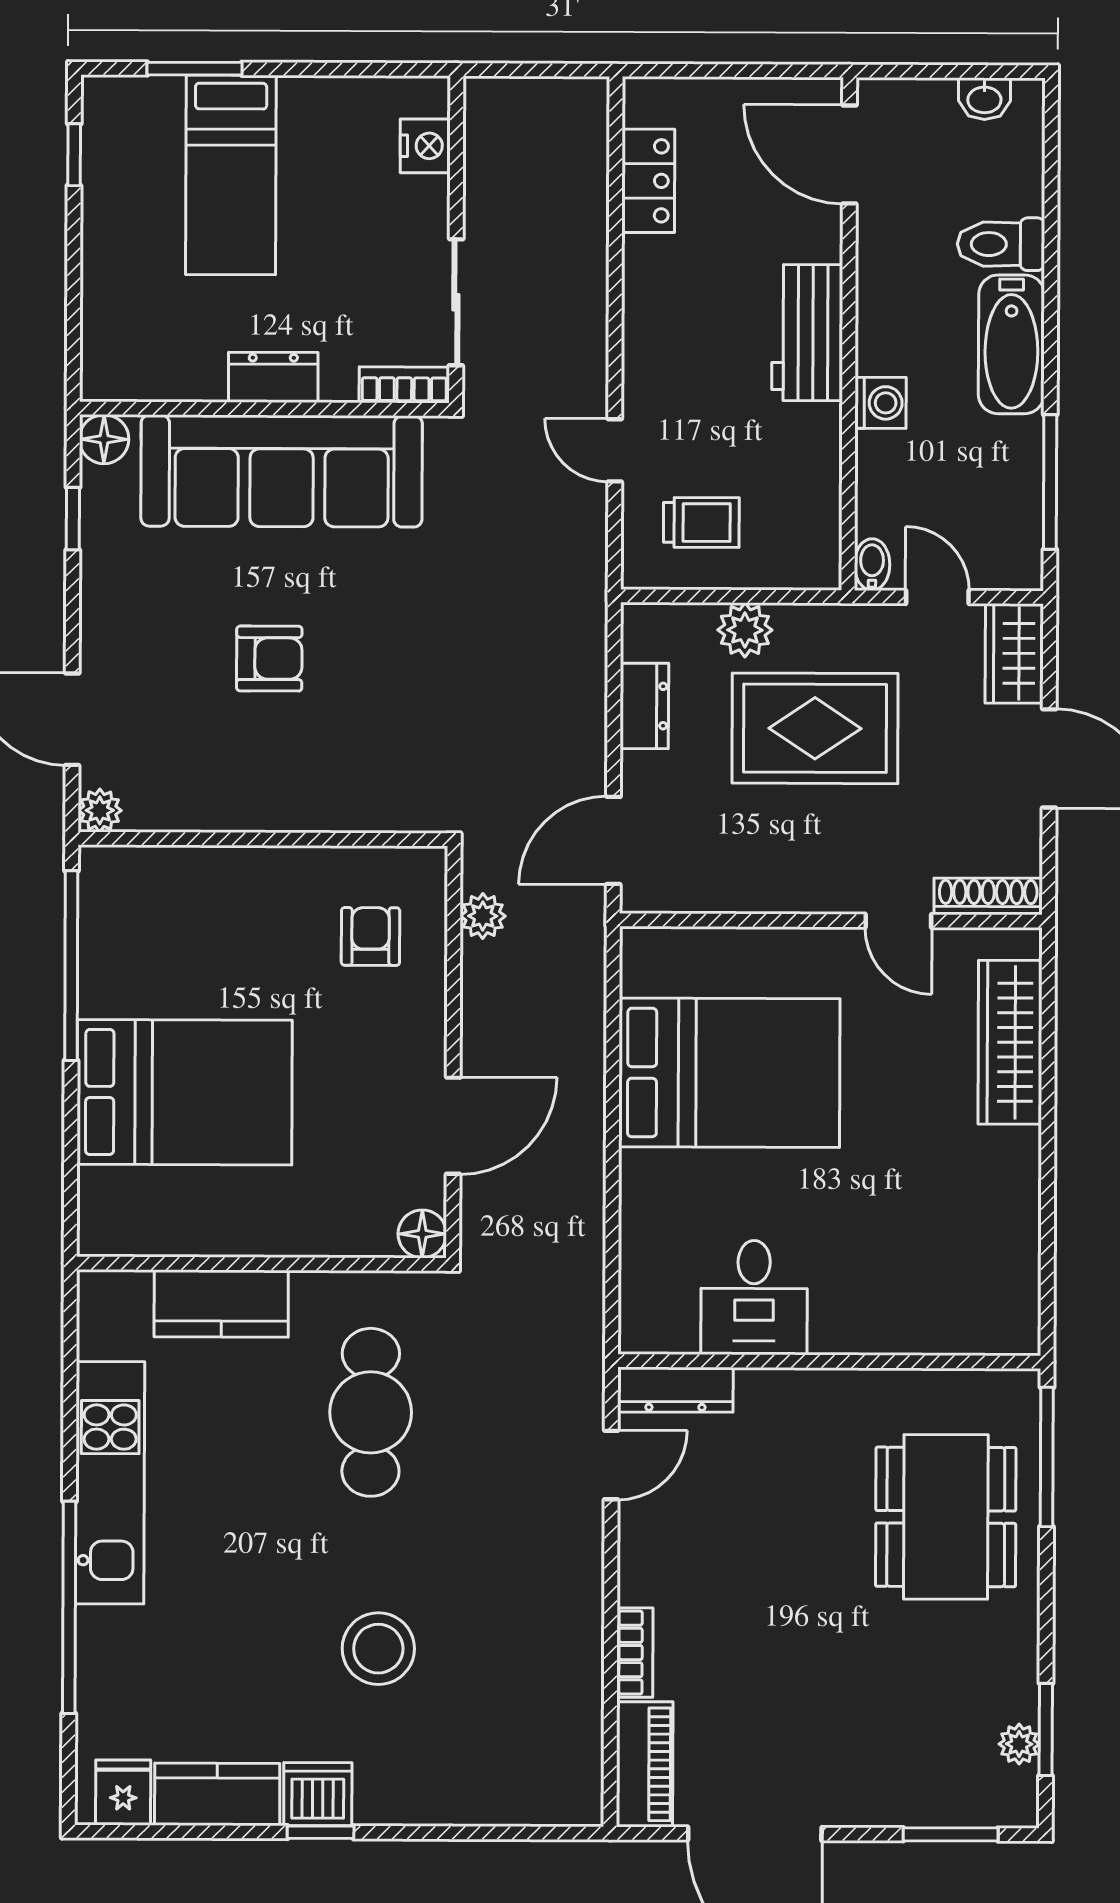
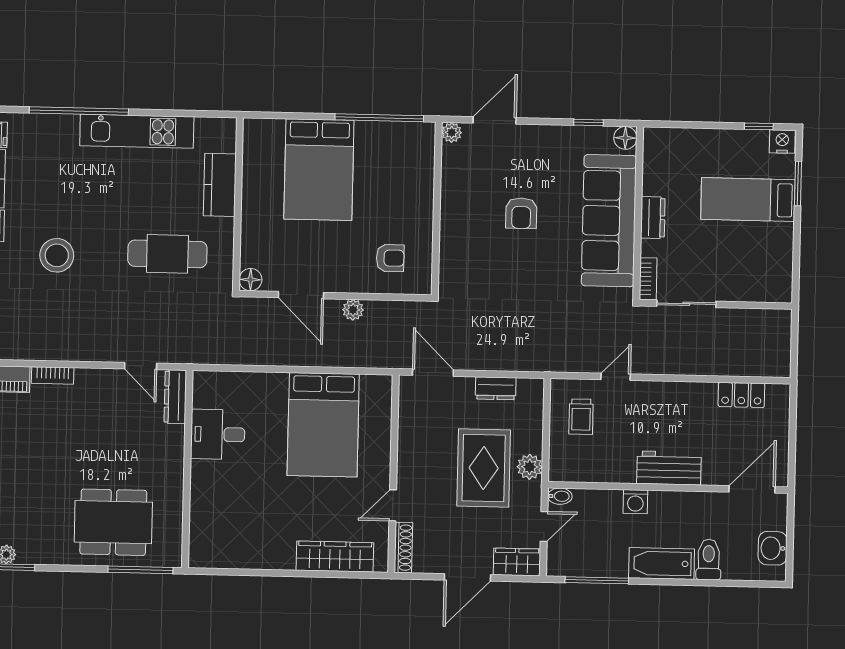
washbasin: (984, 99) -> (773, 548), width x1.38, depth x1.45
nightstand: (425, 146) -> (782, 142), moved, turned 180
plant: (745, 630) -> (530, 467), moved
plant: (483, 916) -> (353, 310), moved

